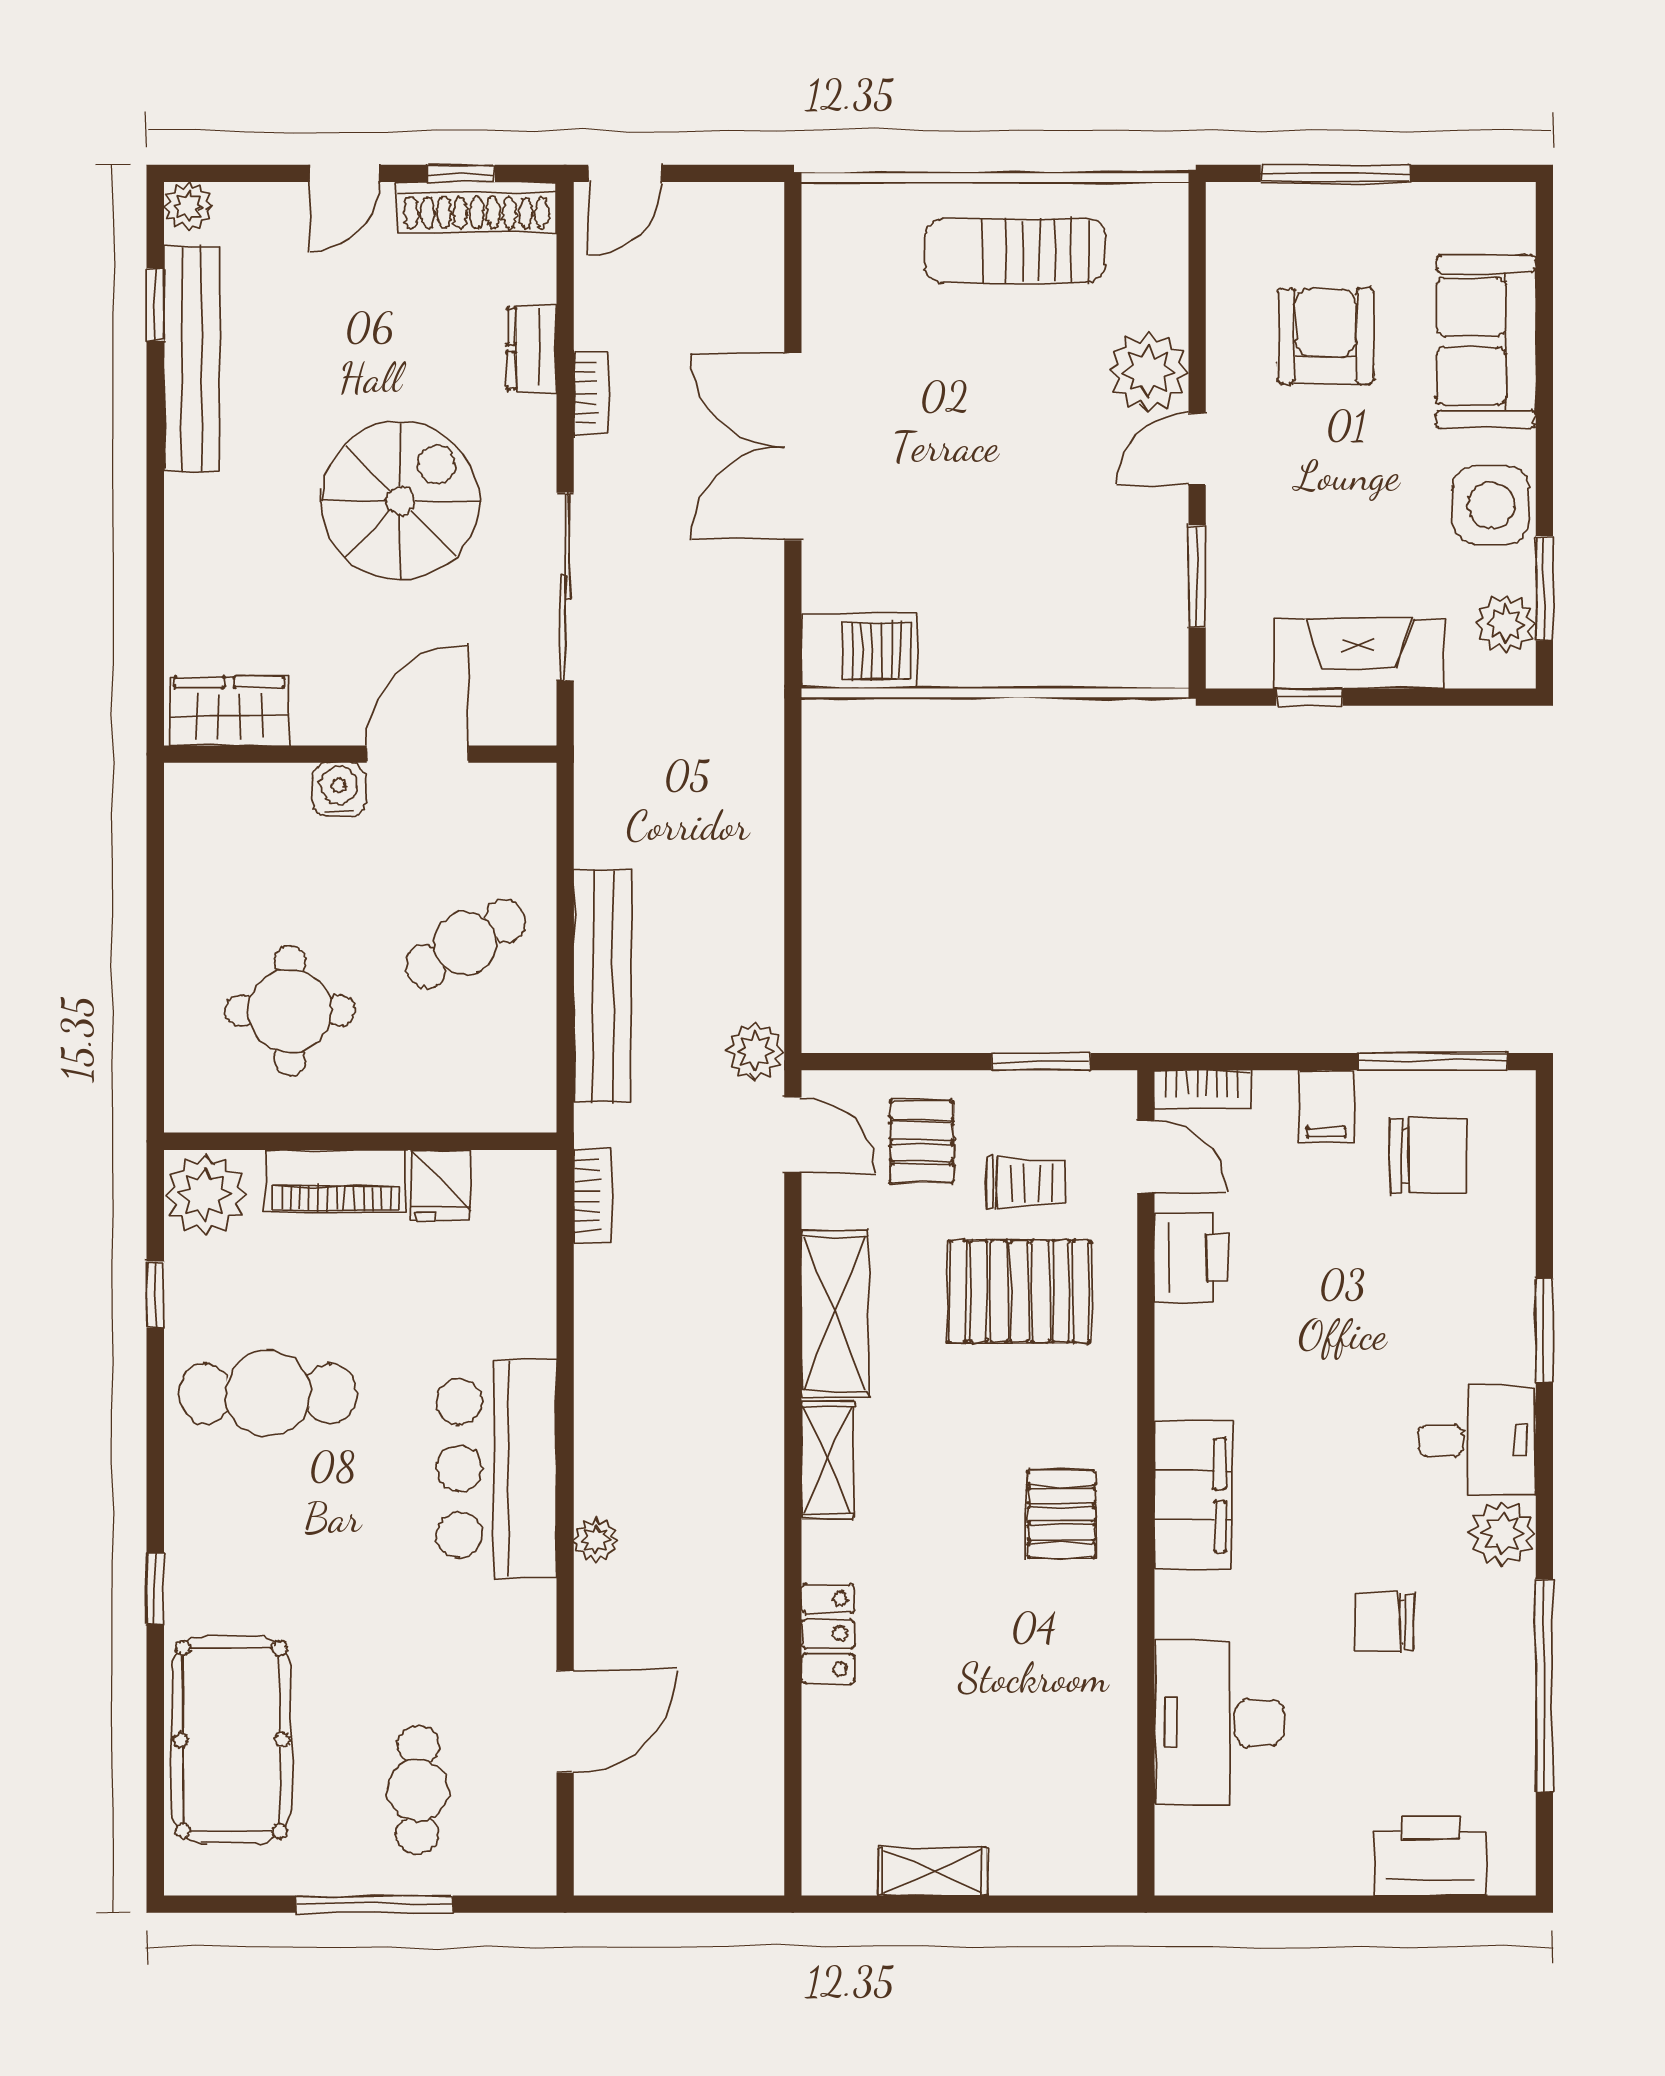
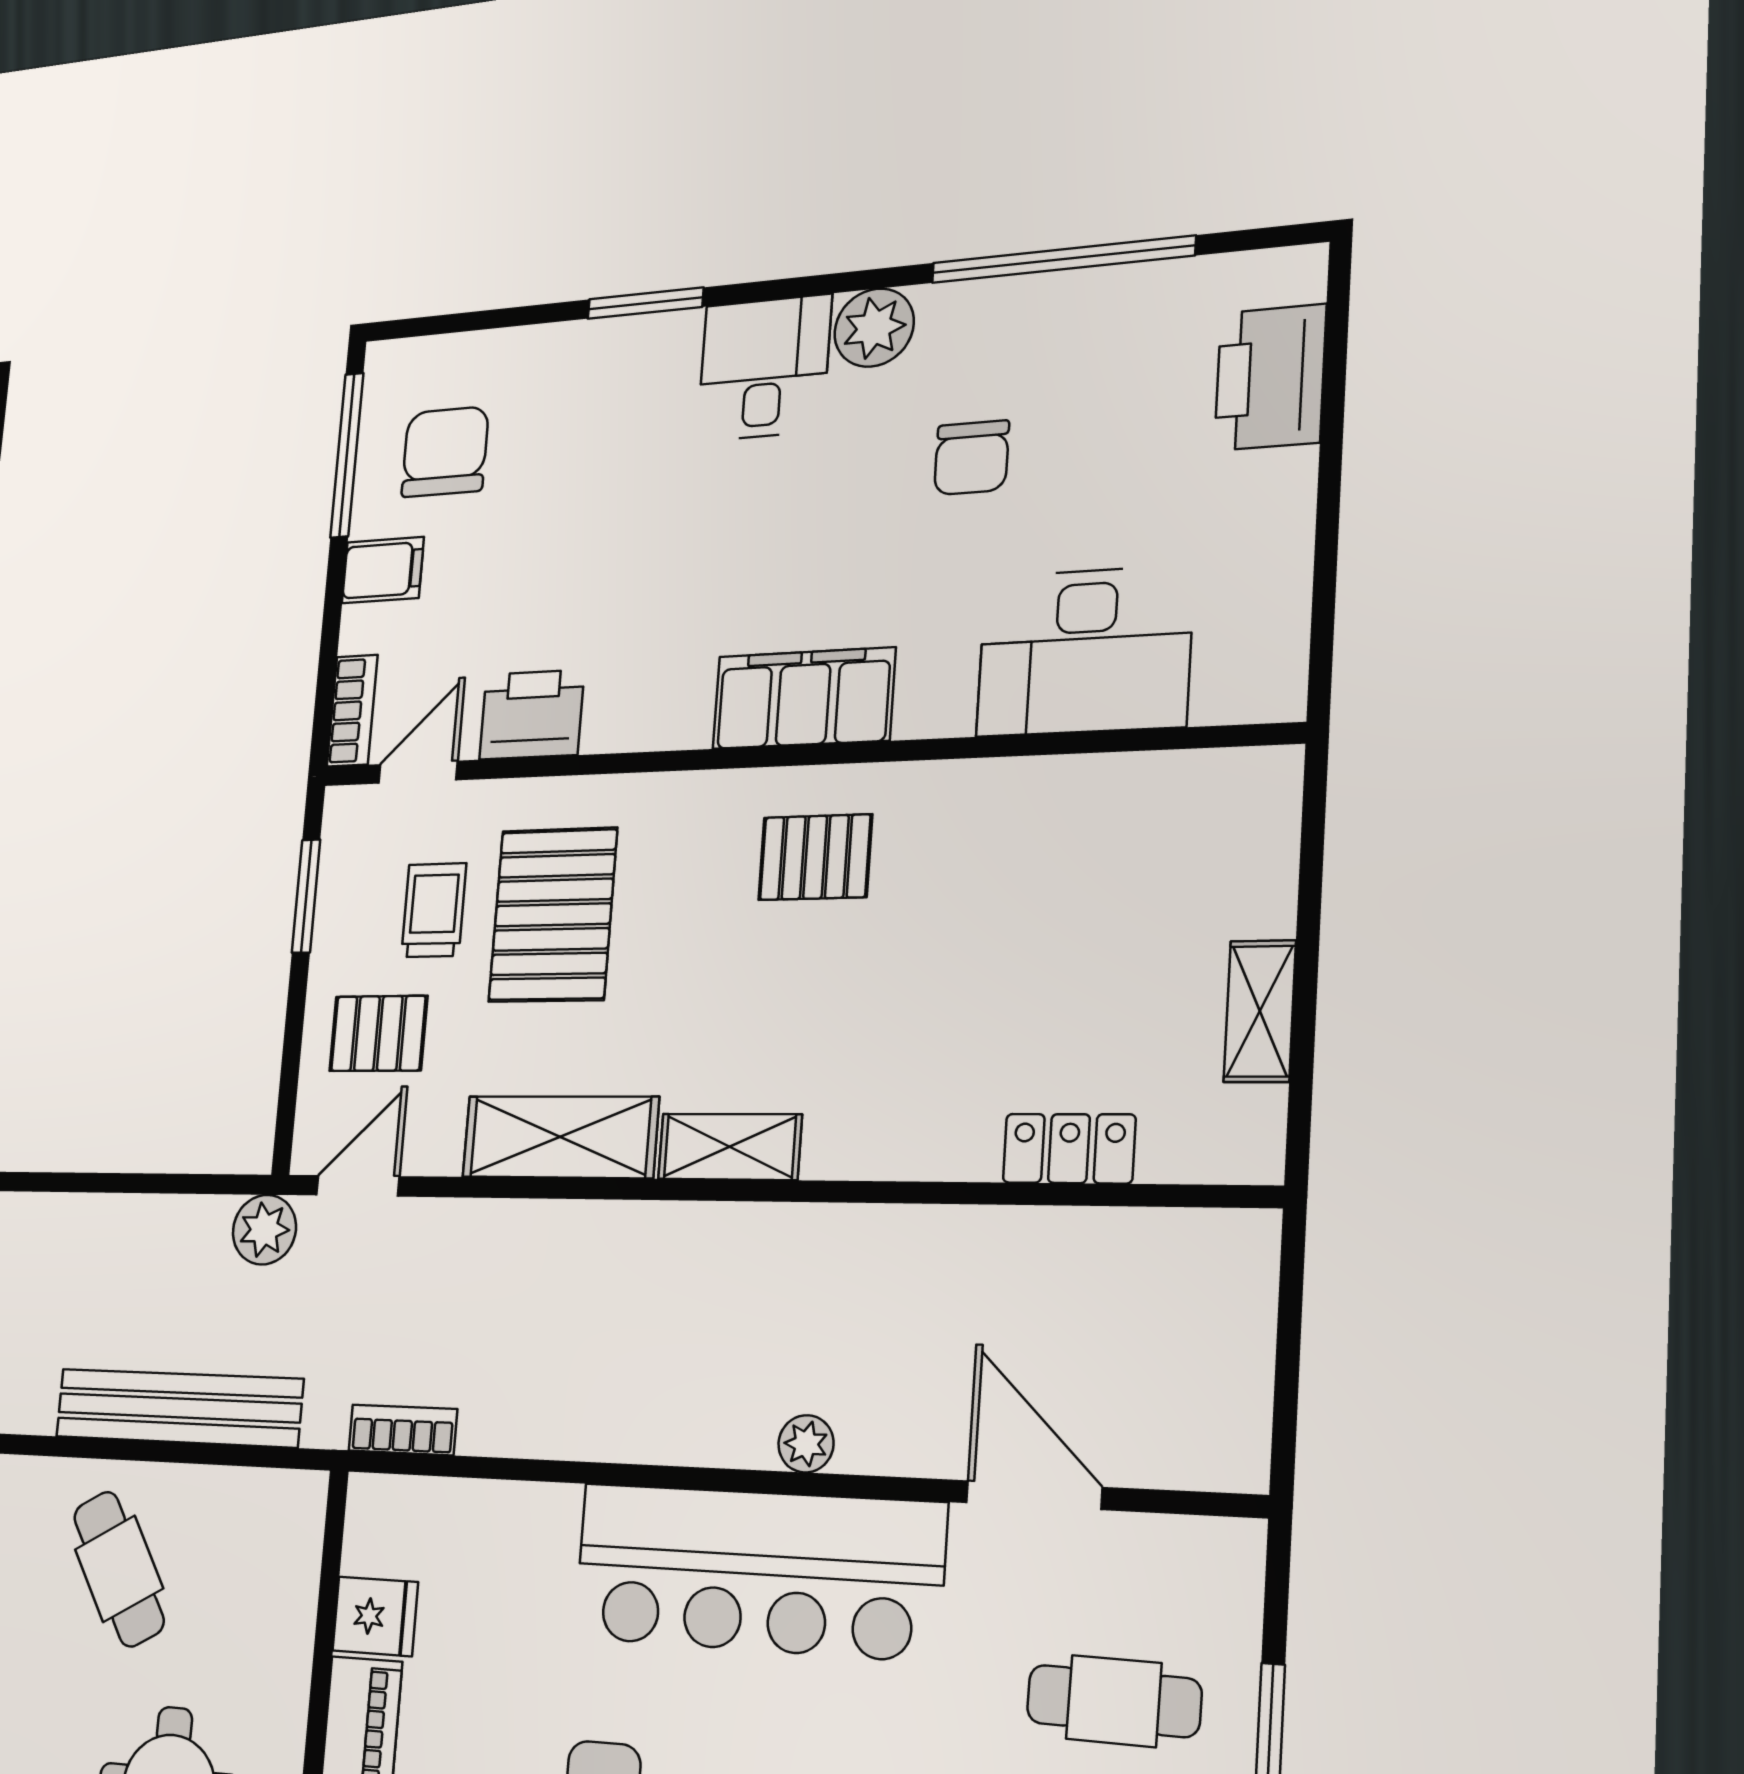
bar counter: (496, 1468) -> (758, 1571), width x1.36
locker: (828, 1634) -> (1069, 1149), moved

